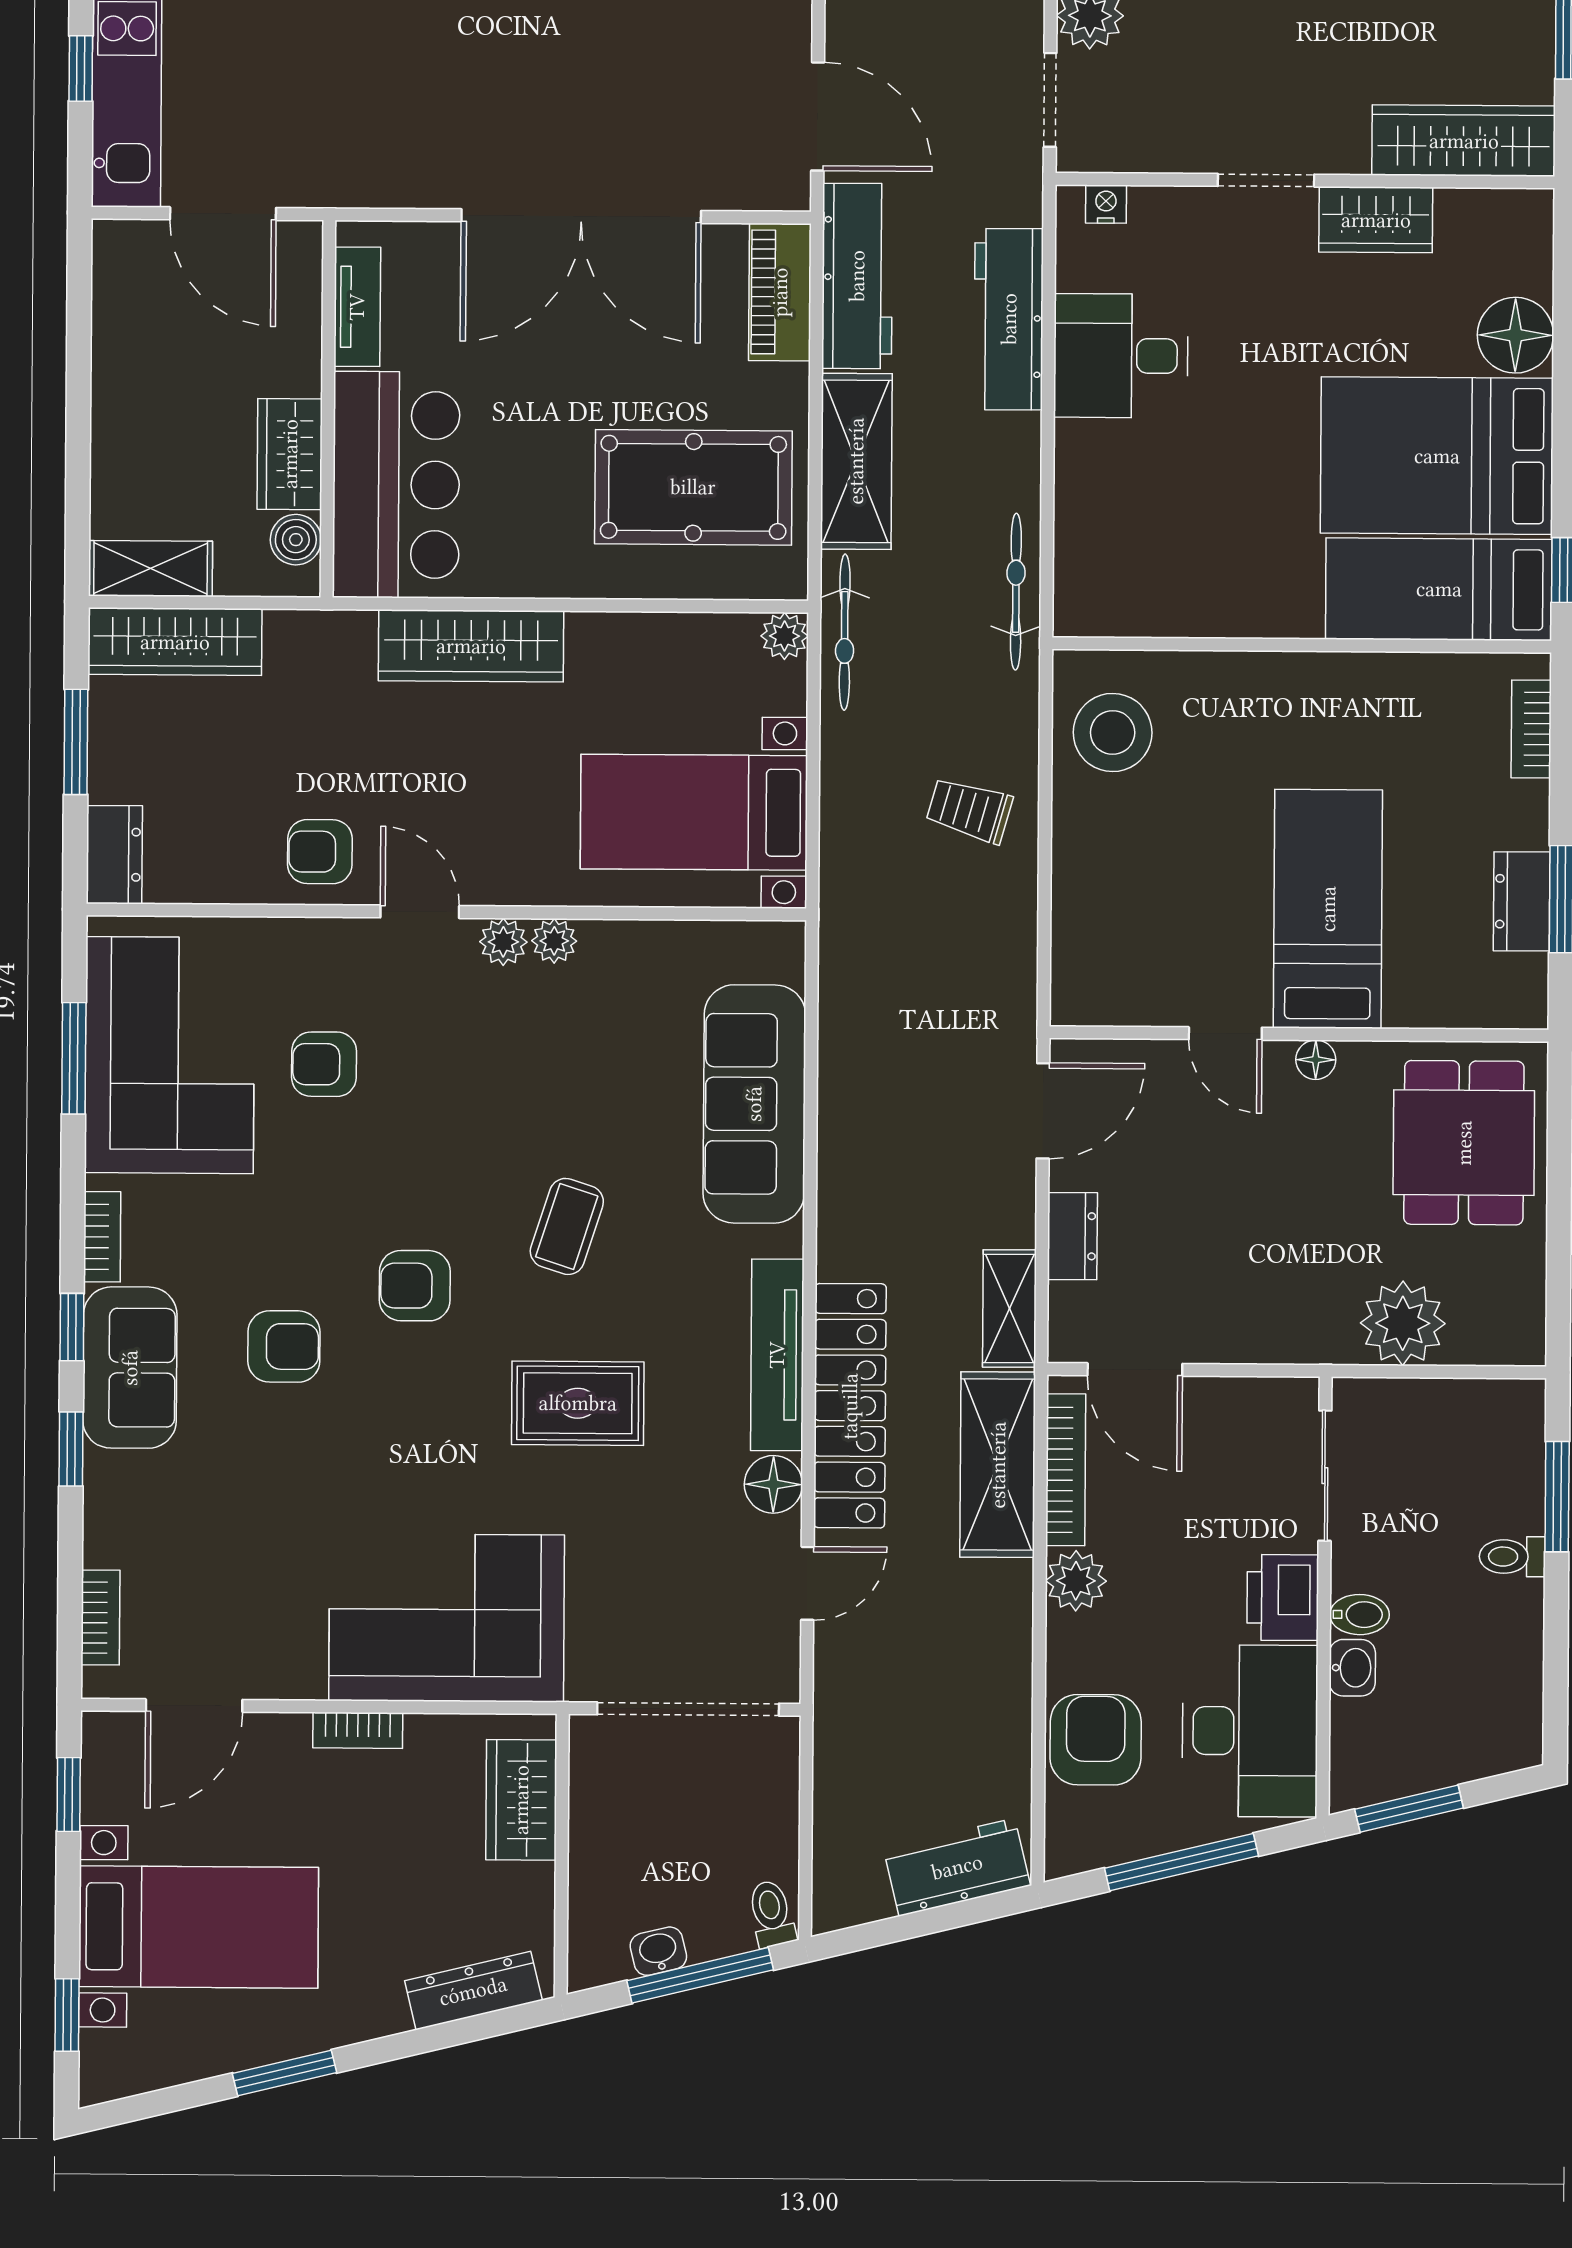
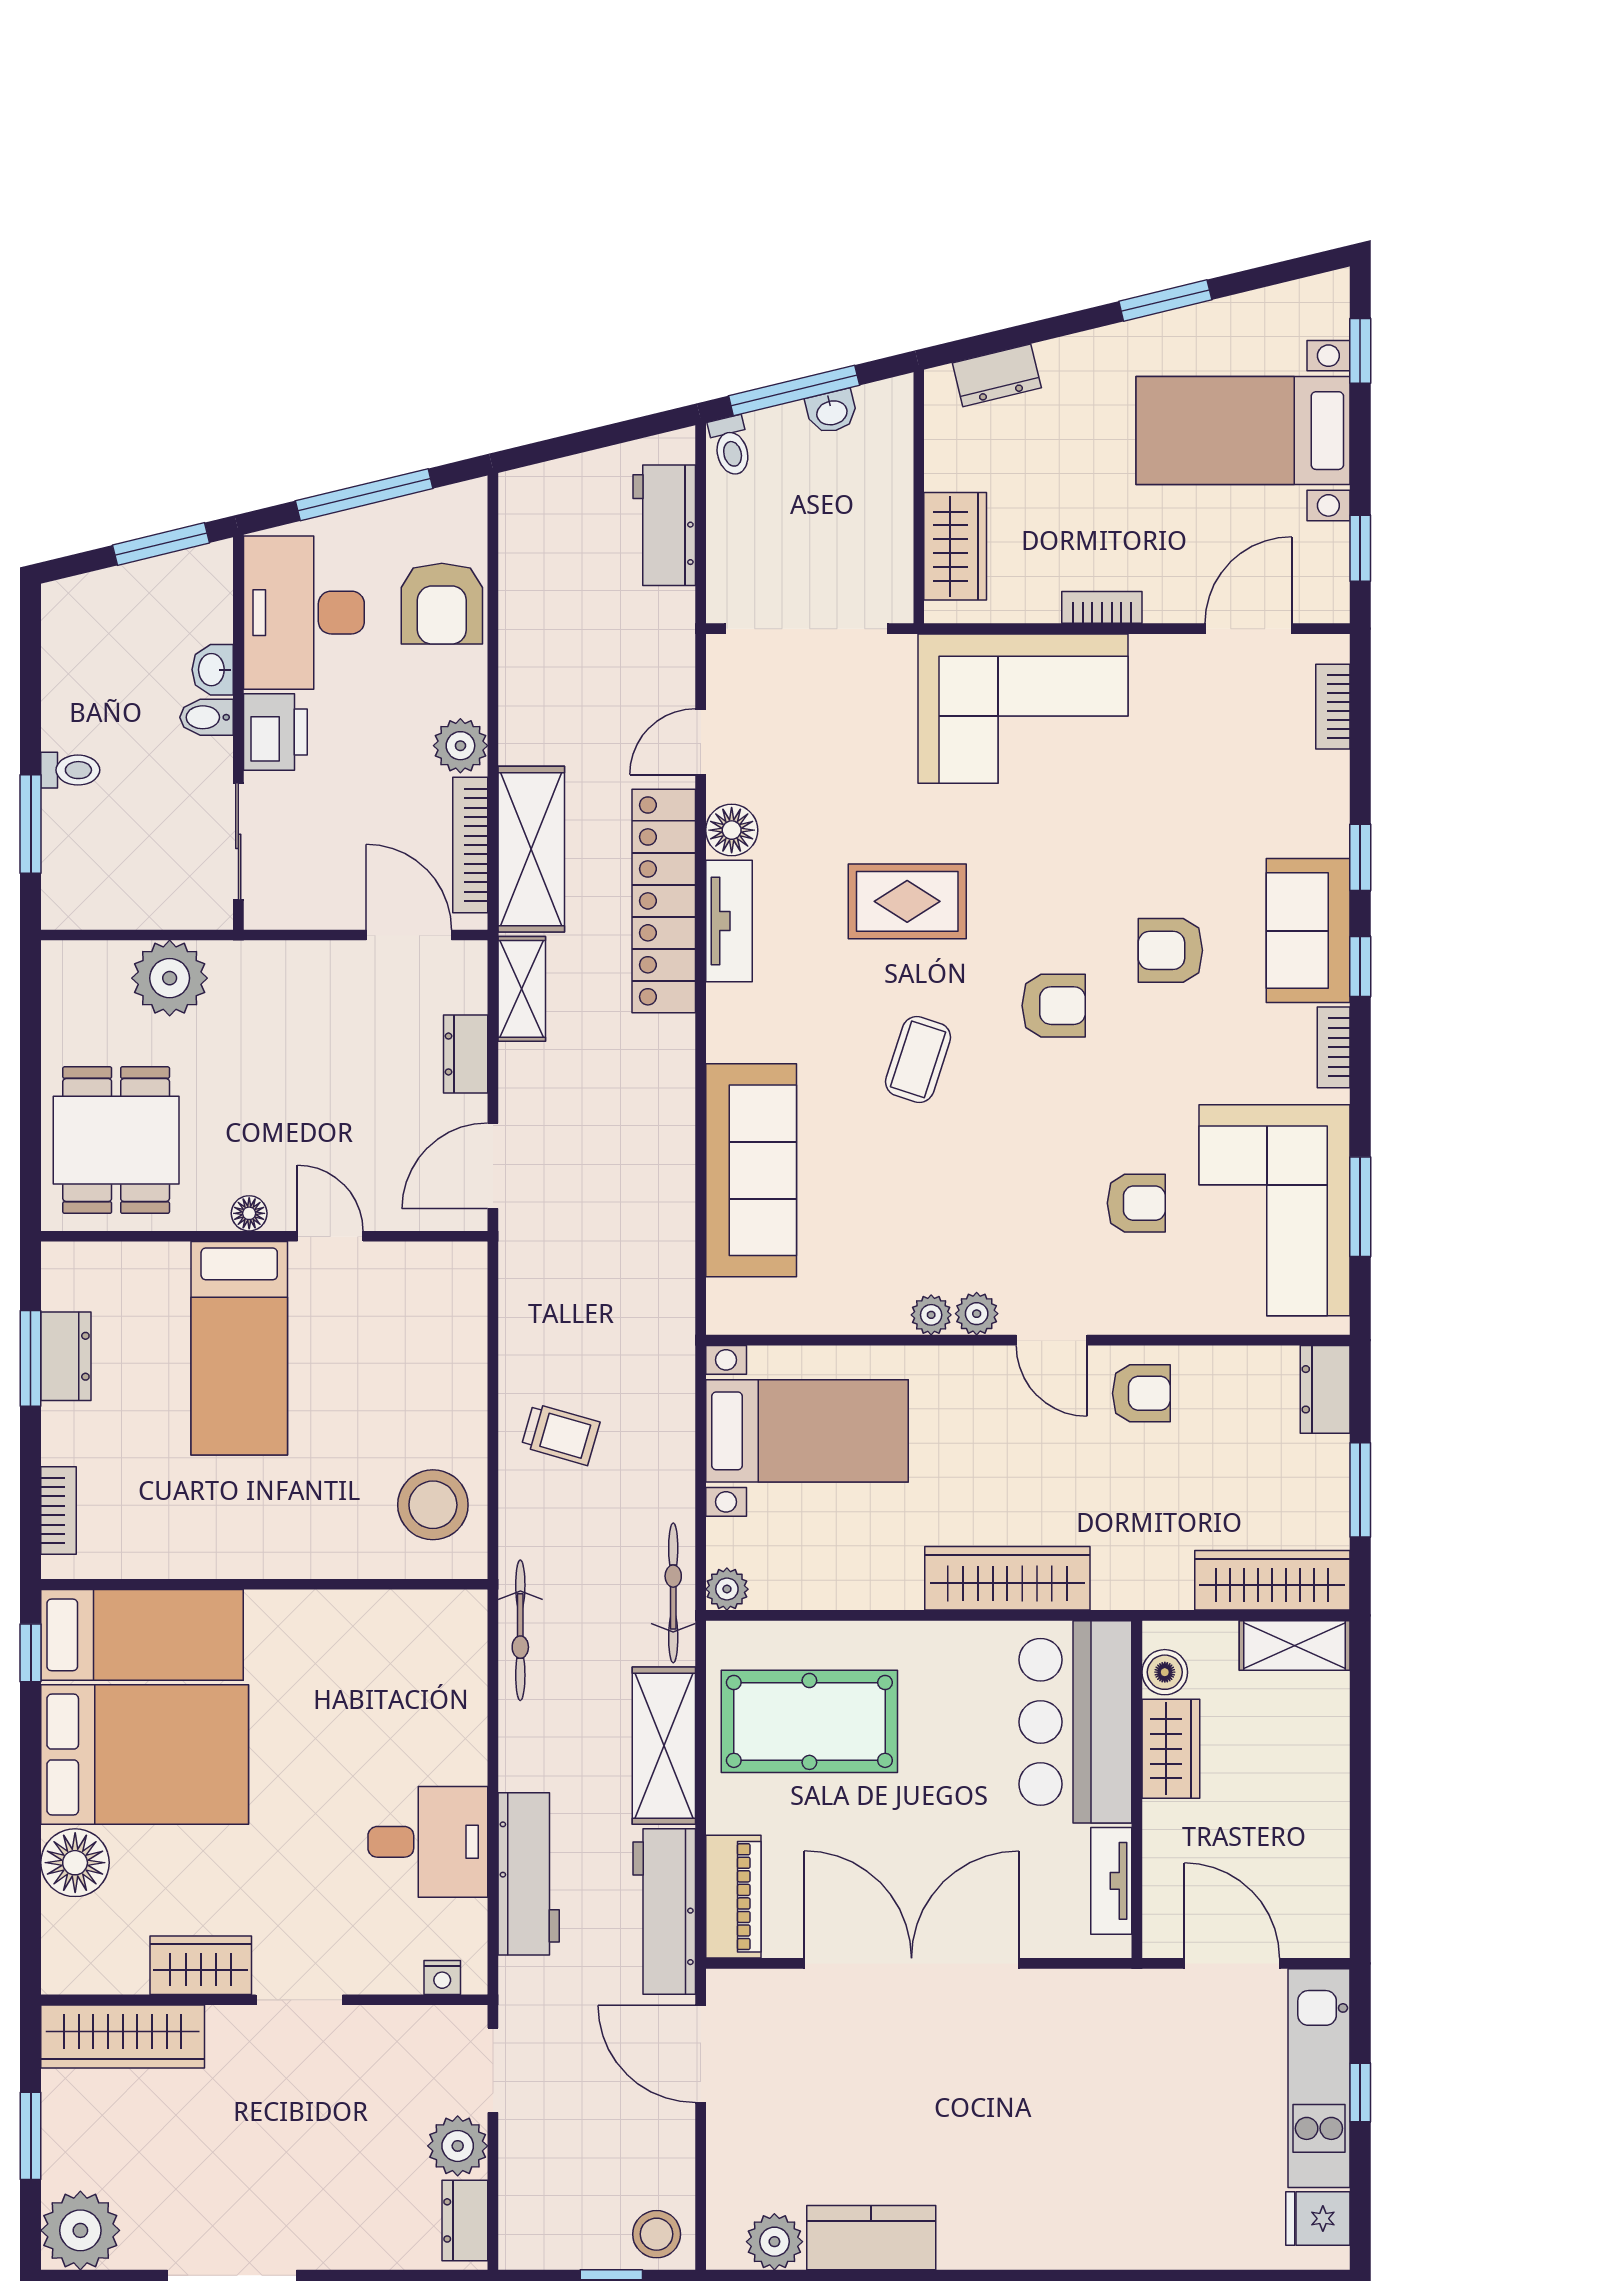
tv unit: (777, 1355) -> (729, 921), width x0.71
workbench: (957, 1867) -> (664, 525), moved, turned 104
dresser: (473, 1991) -> (997, 375), width x0.70

